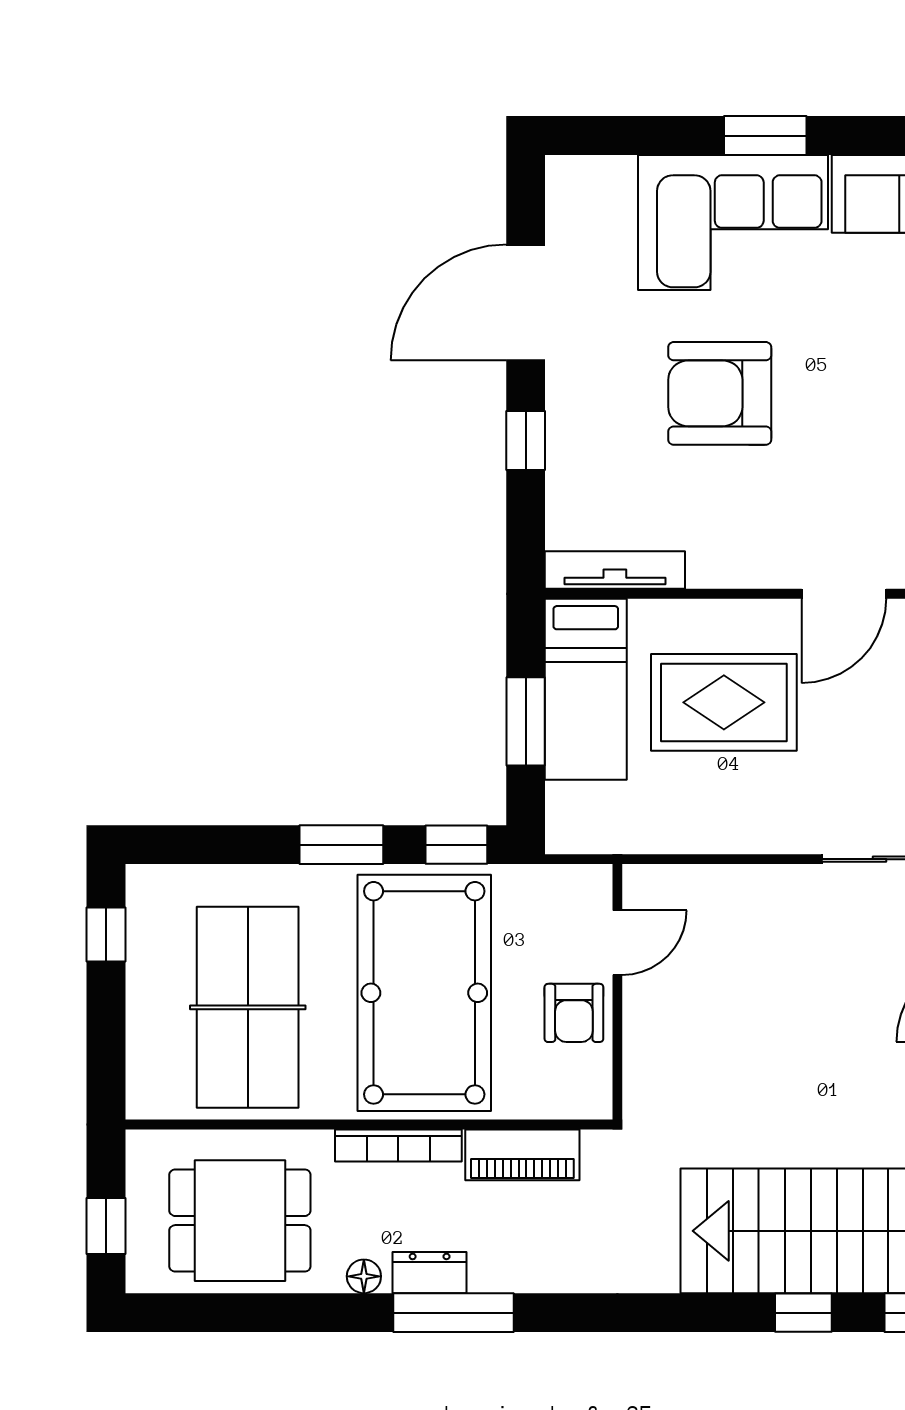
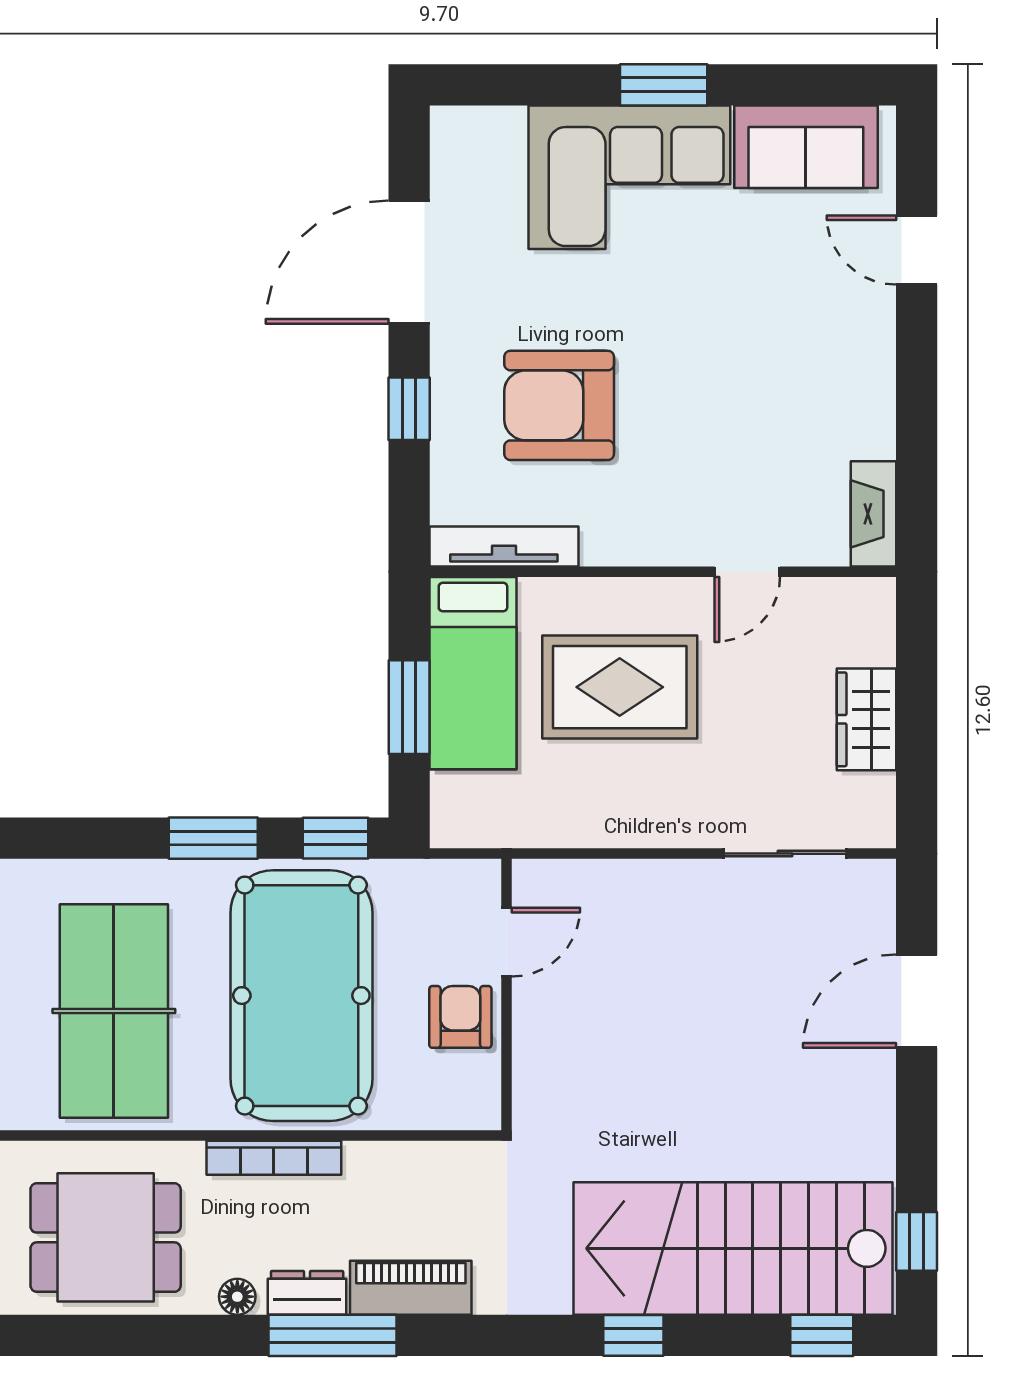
armchair: (720, 393) -> (559, 405), moved
door: (844, 594) -> (747, 572), width x0.73
armchair: (574, 1013) -> (460, 1017), turned 180
piano: (522, 1155) -> (411, 1288), moved, turned 180
window: (803, 1313) -> (633, 1335), moved

